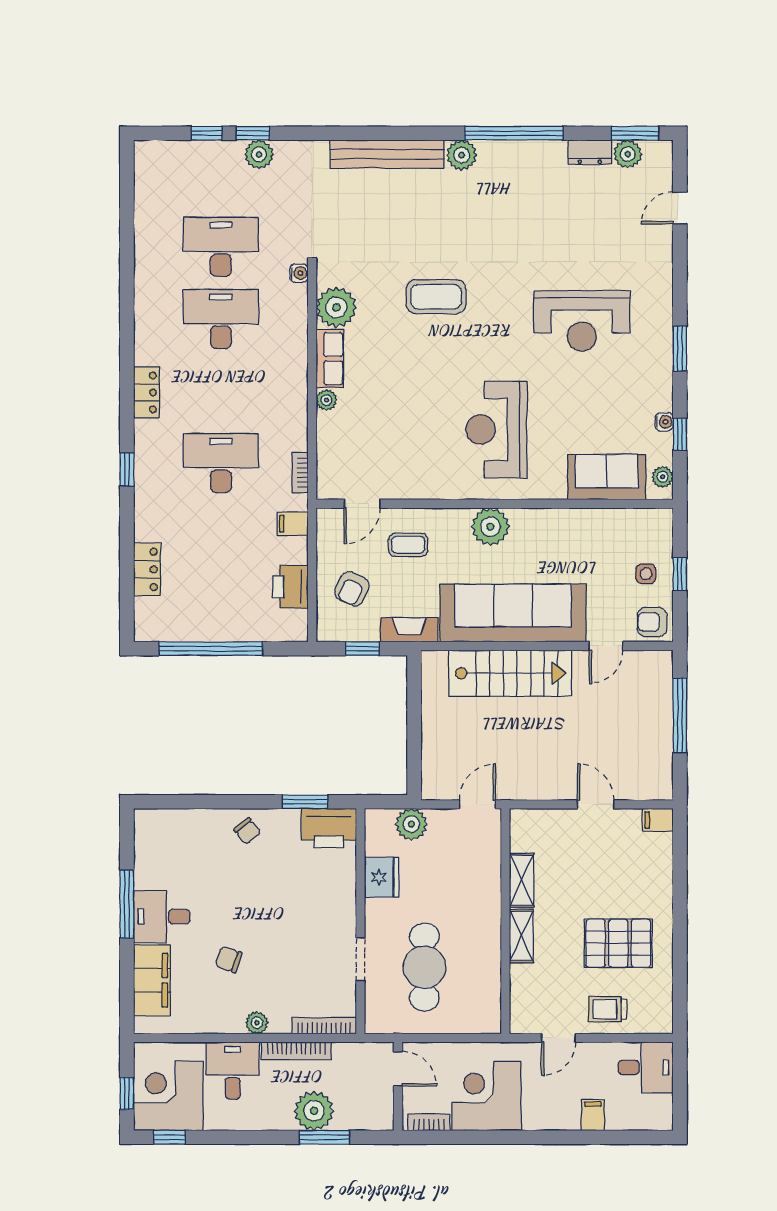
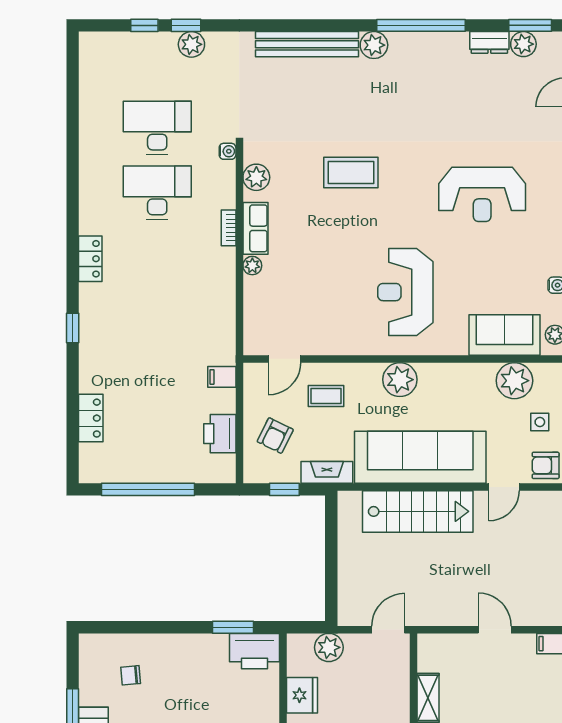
plant: (336, 307) -> (256, 177), width x0.73, depth x0.73
desk: (221, 463) -> (157, 322), removed
bookcase: (300, 473) -> (229, 228), moved
plant: (618, 528) -> (514, 381), added
chair: (247, 831) -> (131, 675), moved, turned 125

